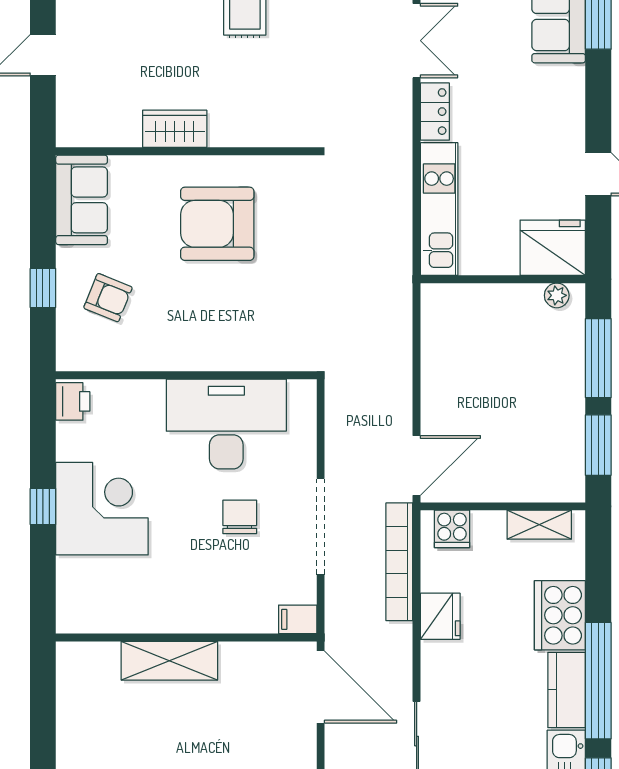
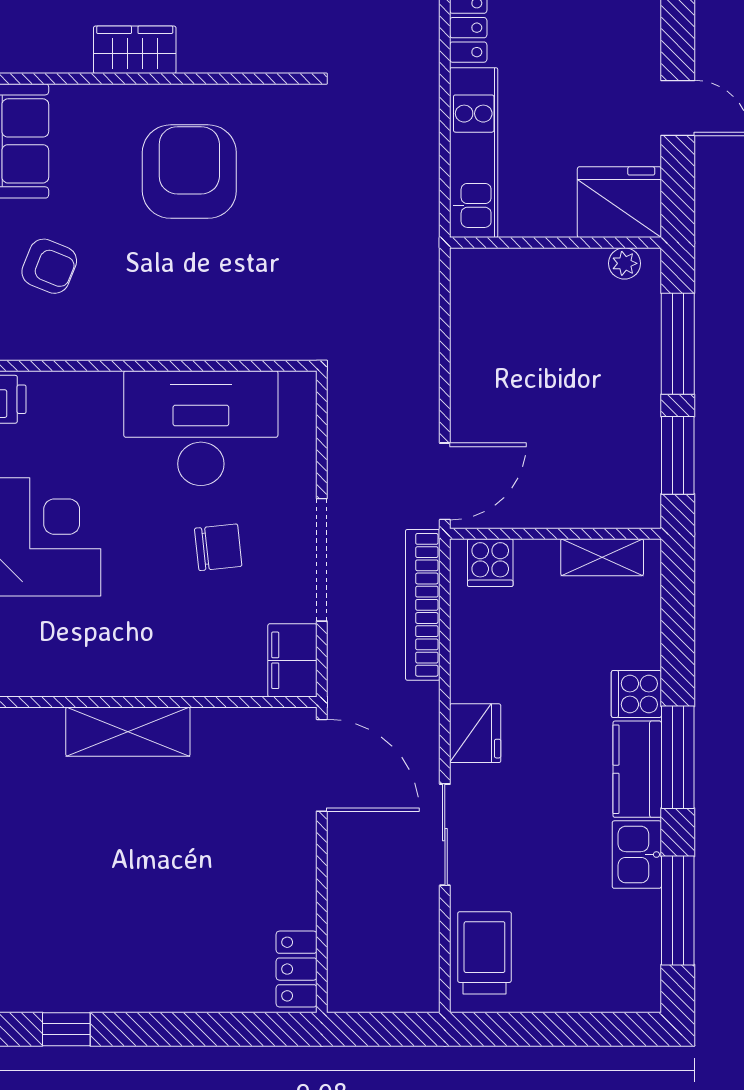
armchair: (217, 224) -> (189, 172), turned 90
chair: (240, 517) -> (218, 547), turned 84
cooker: (560, 615) -> (636, 694), width x0.53, depth x0.76
fridge: (440, 616) -> (475, 733), moved
filing cabinet: (298, 619) -> (292, 660), width x2.00
window: (598, 681) -> (678, 757), width x0.68

